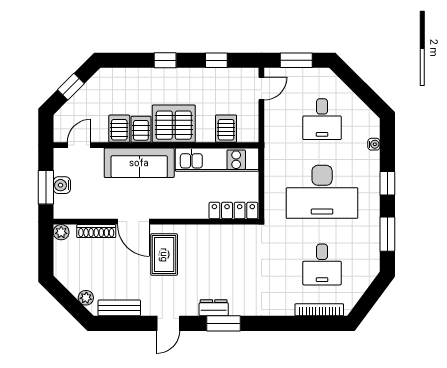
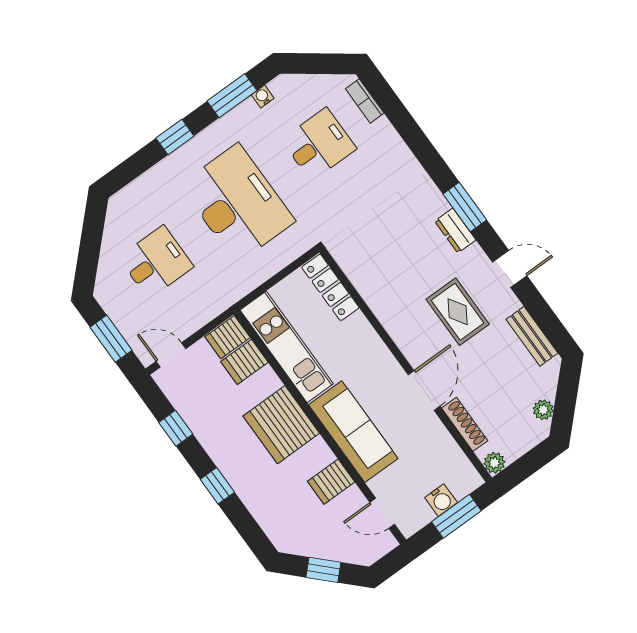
server rack: (141, 129) -> (228, 337), moved
water cooler: (374, 144) -> (263, 96), moved
rug: (164, 255) -> (458, 312), moved, turned 90
plant: (86, 298) -> (543, 410), moved
bookcase: (319, 310) -> (365, 101), width x0.64

